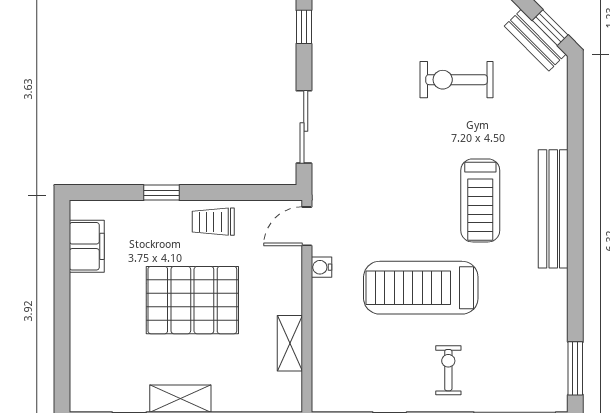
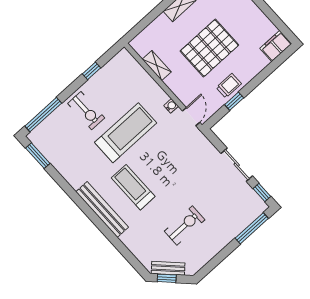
sliding door: (304, 127) -> (237, 165), moved
window: (162, 193) -> (234, 101), moved
filing cabinet: (87, 246) -> (276, 46), moved, turned 90
exercise bike: (448, 370) -> (86, 111), width x1.38, depth x1.39

